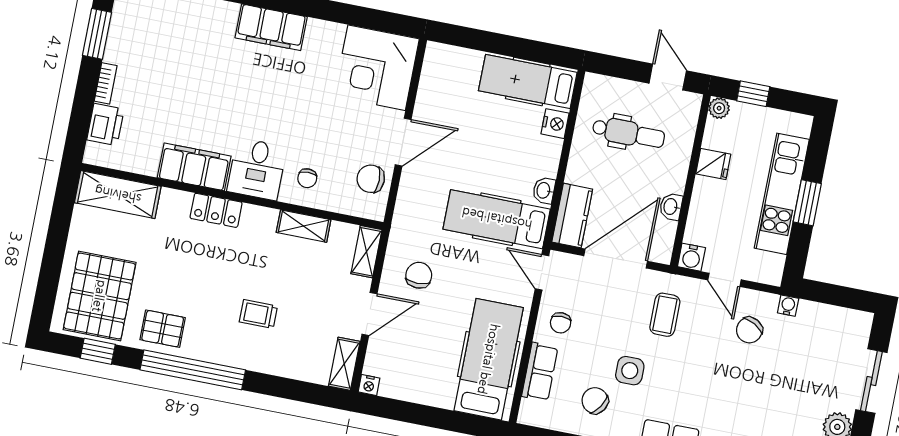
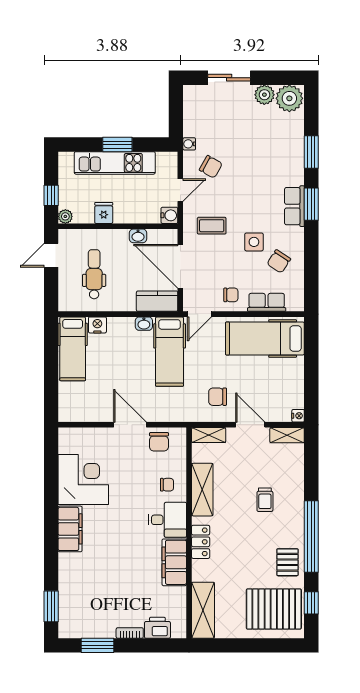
corner desk: (377, 68) -> (83, 480), moved, turned -90
shelving: (304, 226) -> (202, 490), width x1.50, depth x1.33

